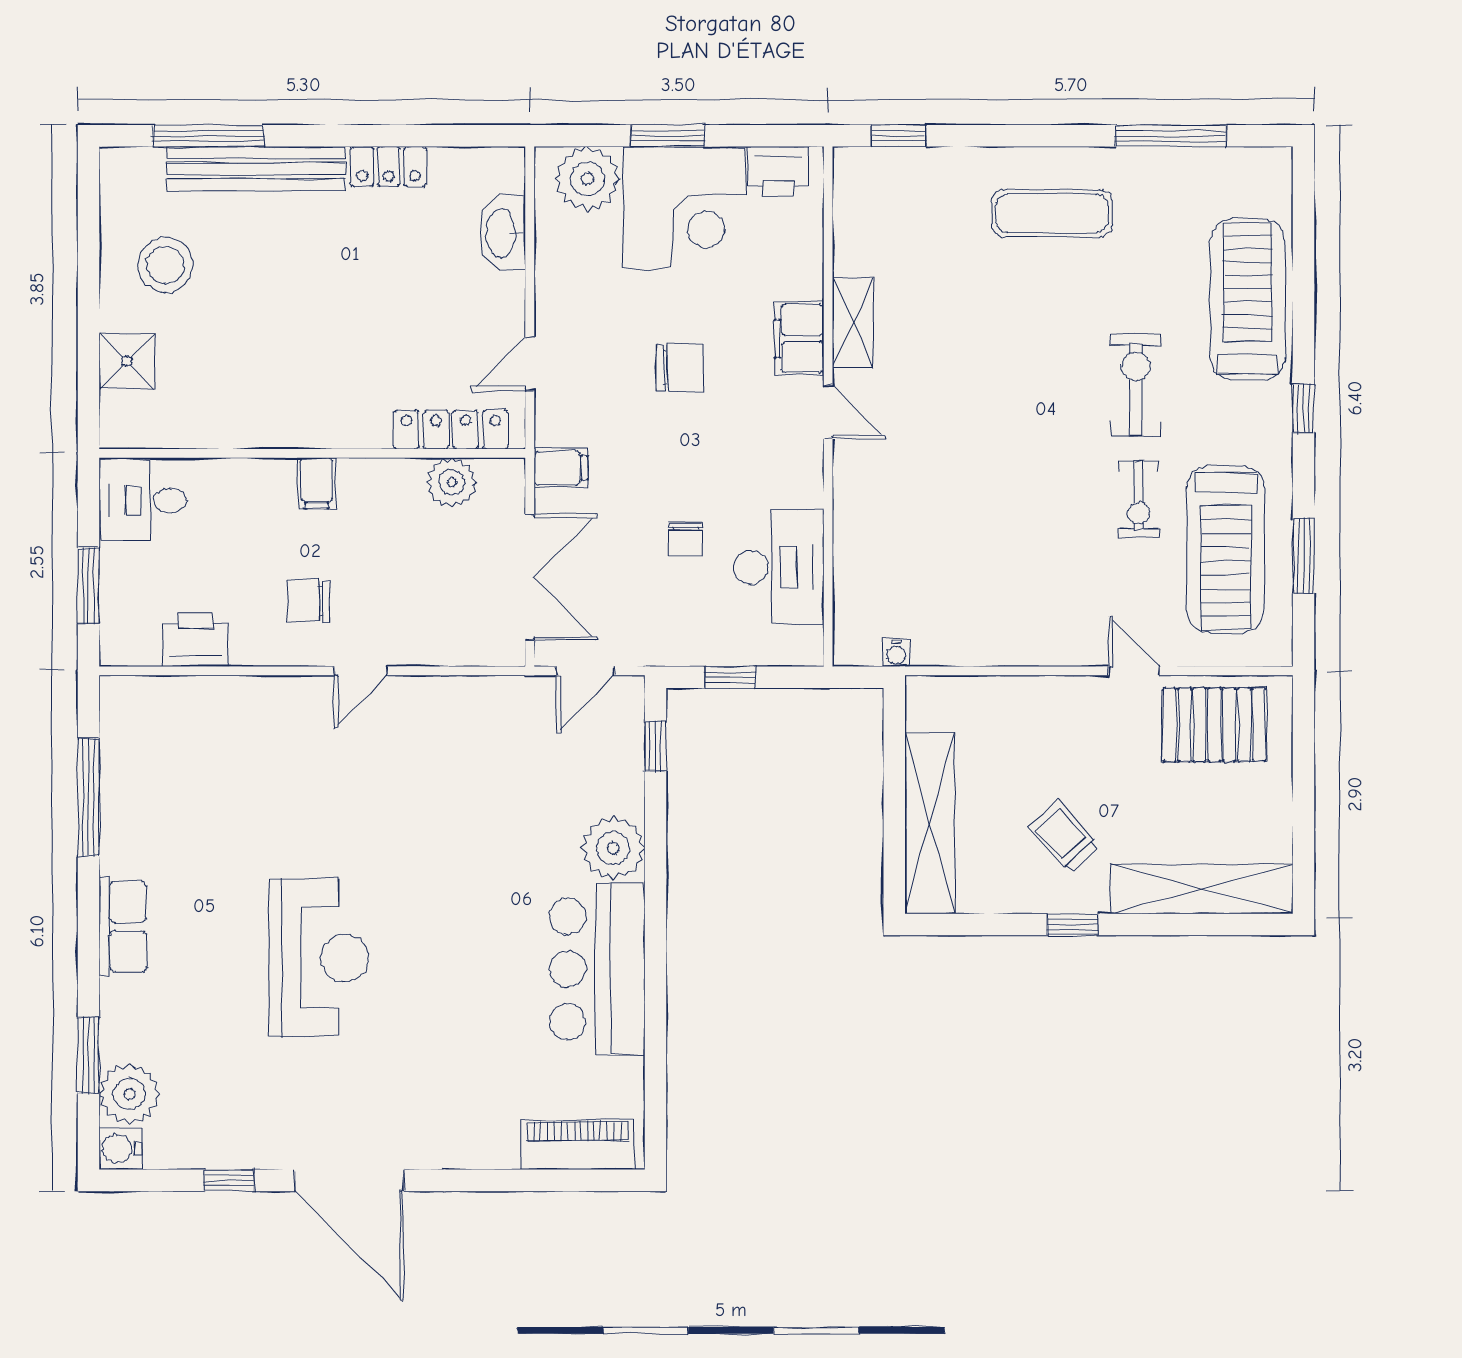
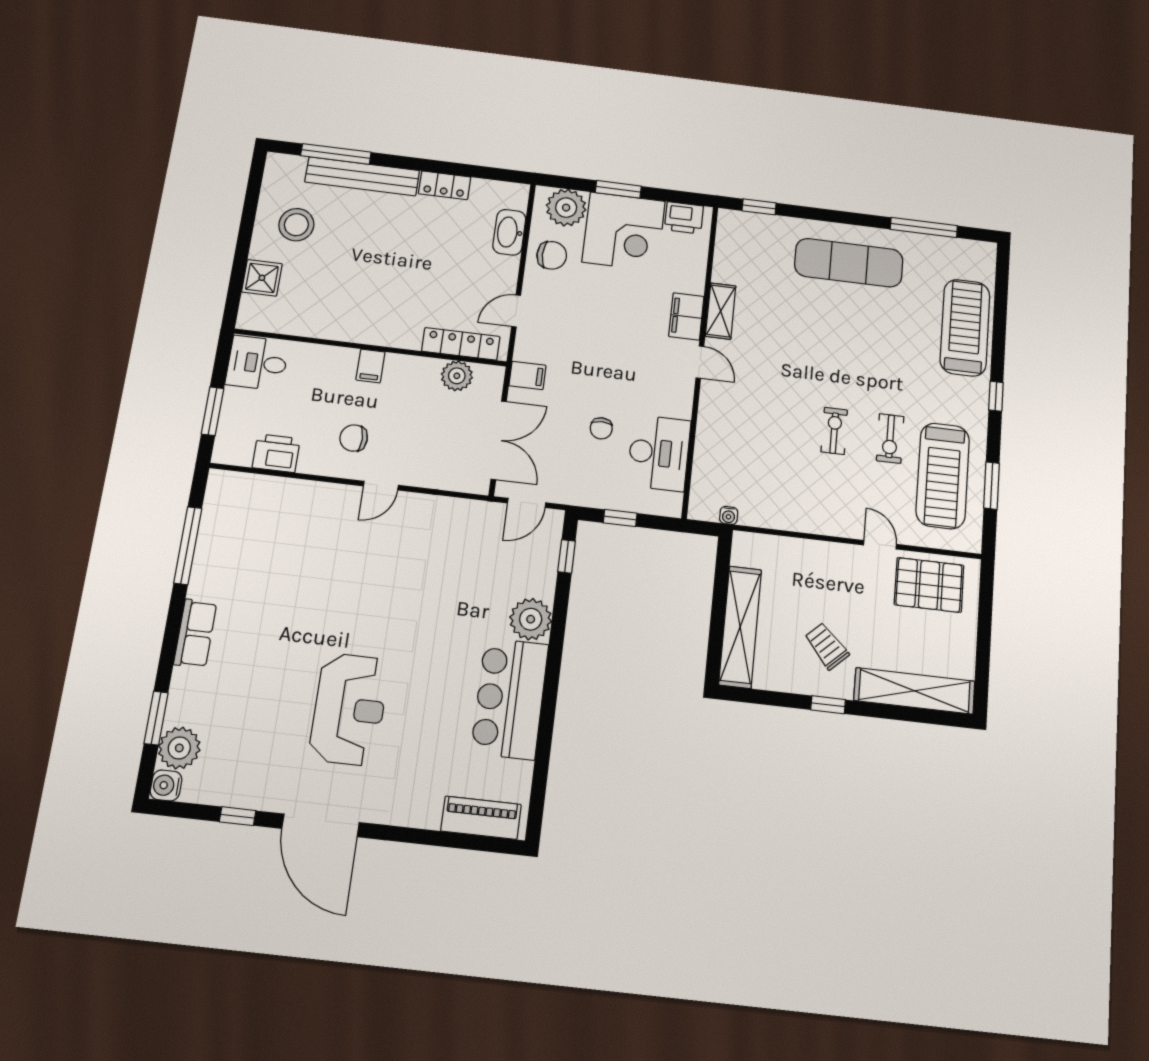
exercise mat: (1052, 213) -> (849, 263), width x1.36, depth x1.45
chair: (680, 368) -> (552, 255), moved
exercise bike: (1136, 385) -> (834, 431), moved, width x0.73, depth x0.72
reception desk: (319, 958) -> (349, 709), moved

